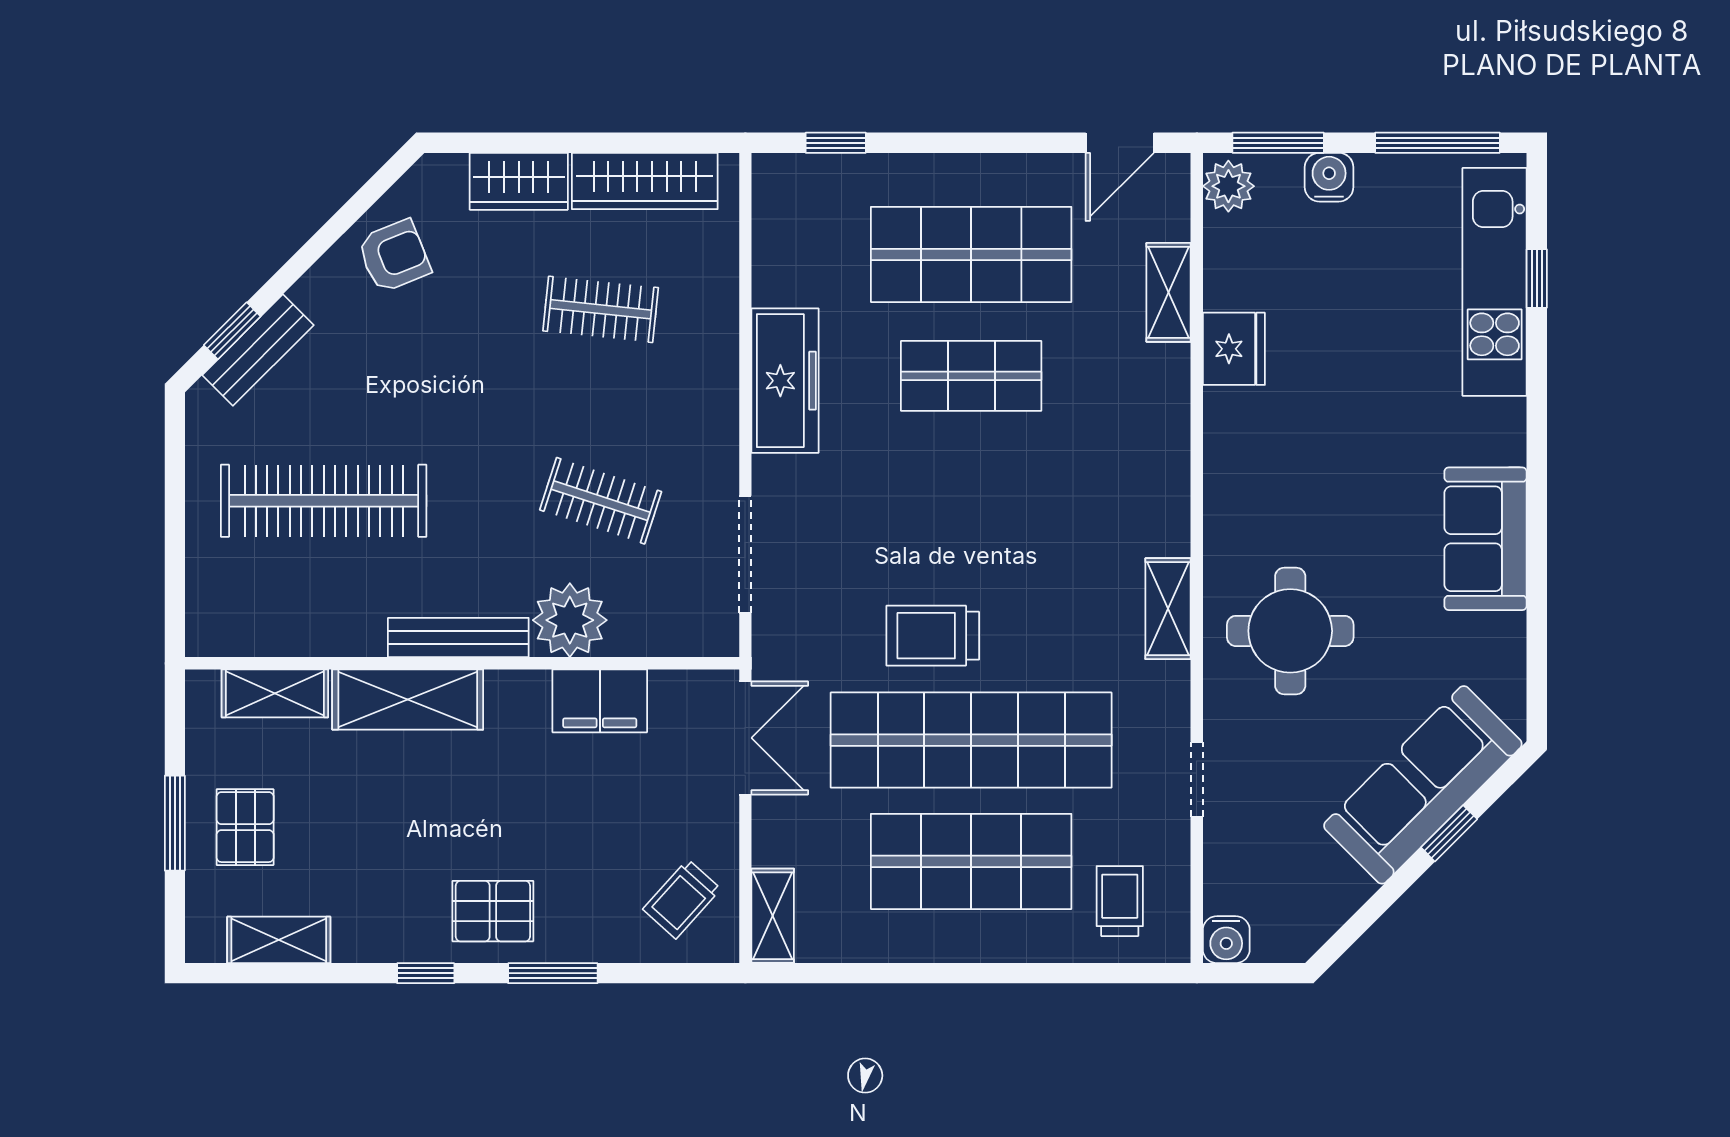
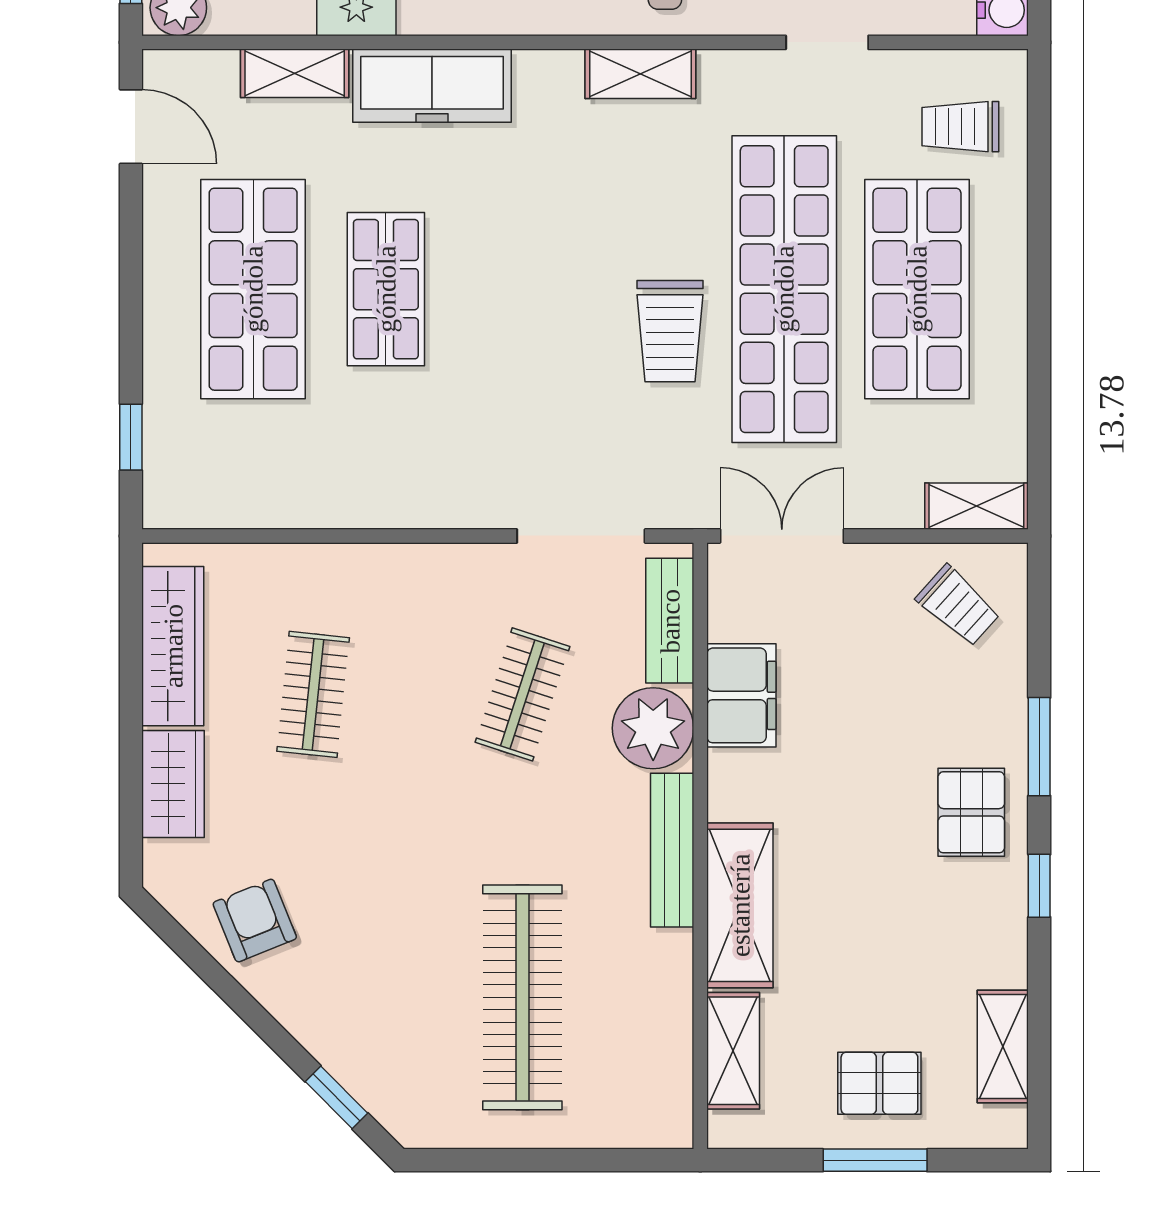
bench: (258, 350) -> (670, 621), moved, turned 45
freezer: (785, 381) -> (432, 86), moved, turned 180

